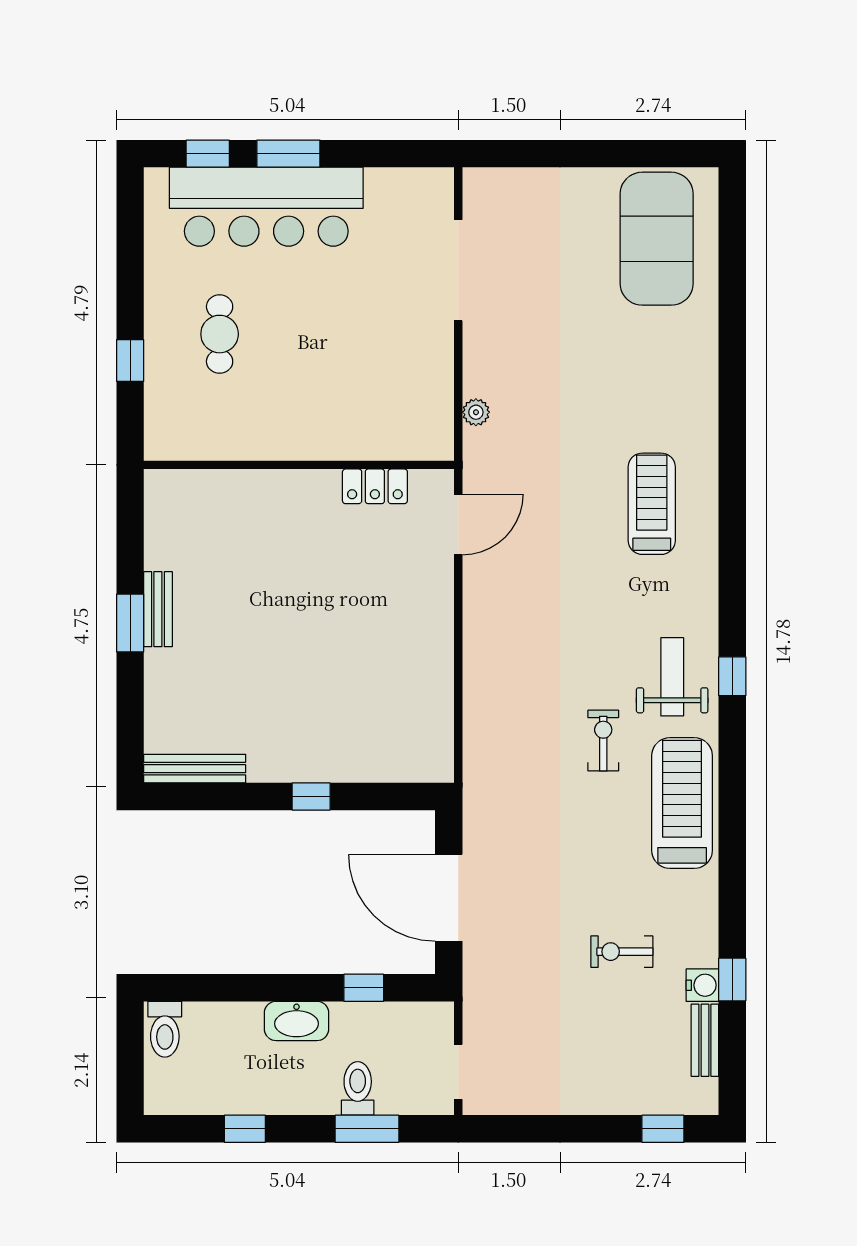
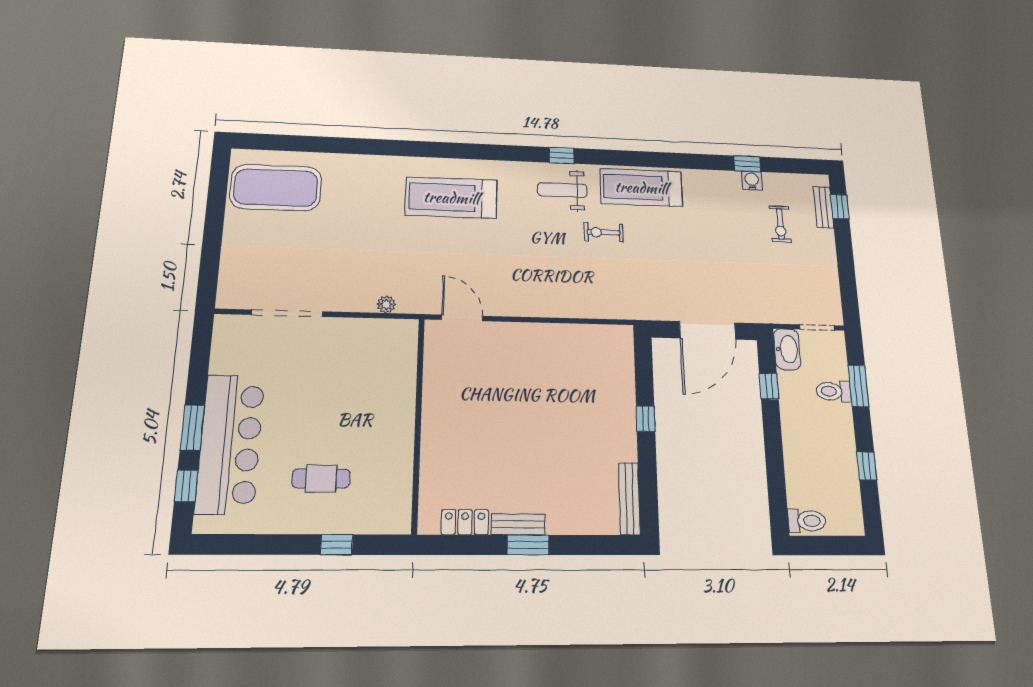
locker: (375, 486) -> (465, 522), moved, turned -90
treadmill: (652, 504) -> (451, 198), width x1.37, depth x1.38
exercise bike: (622, 952) -> (780, 224), moved
washbasin: (297, 1021) -> (787, 349), moved
bench: (705, 1040) -> (824, 207), moved, turned 90

